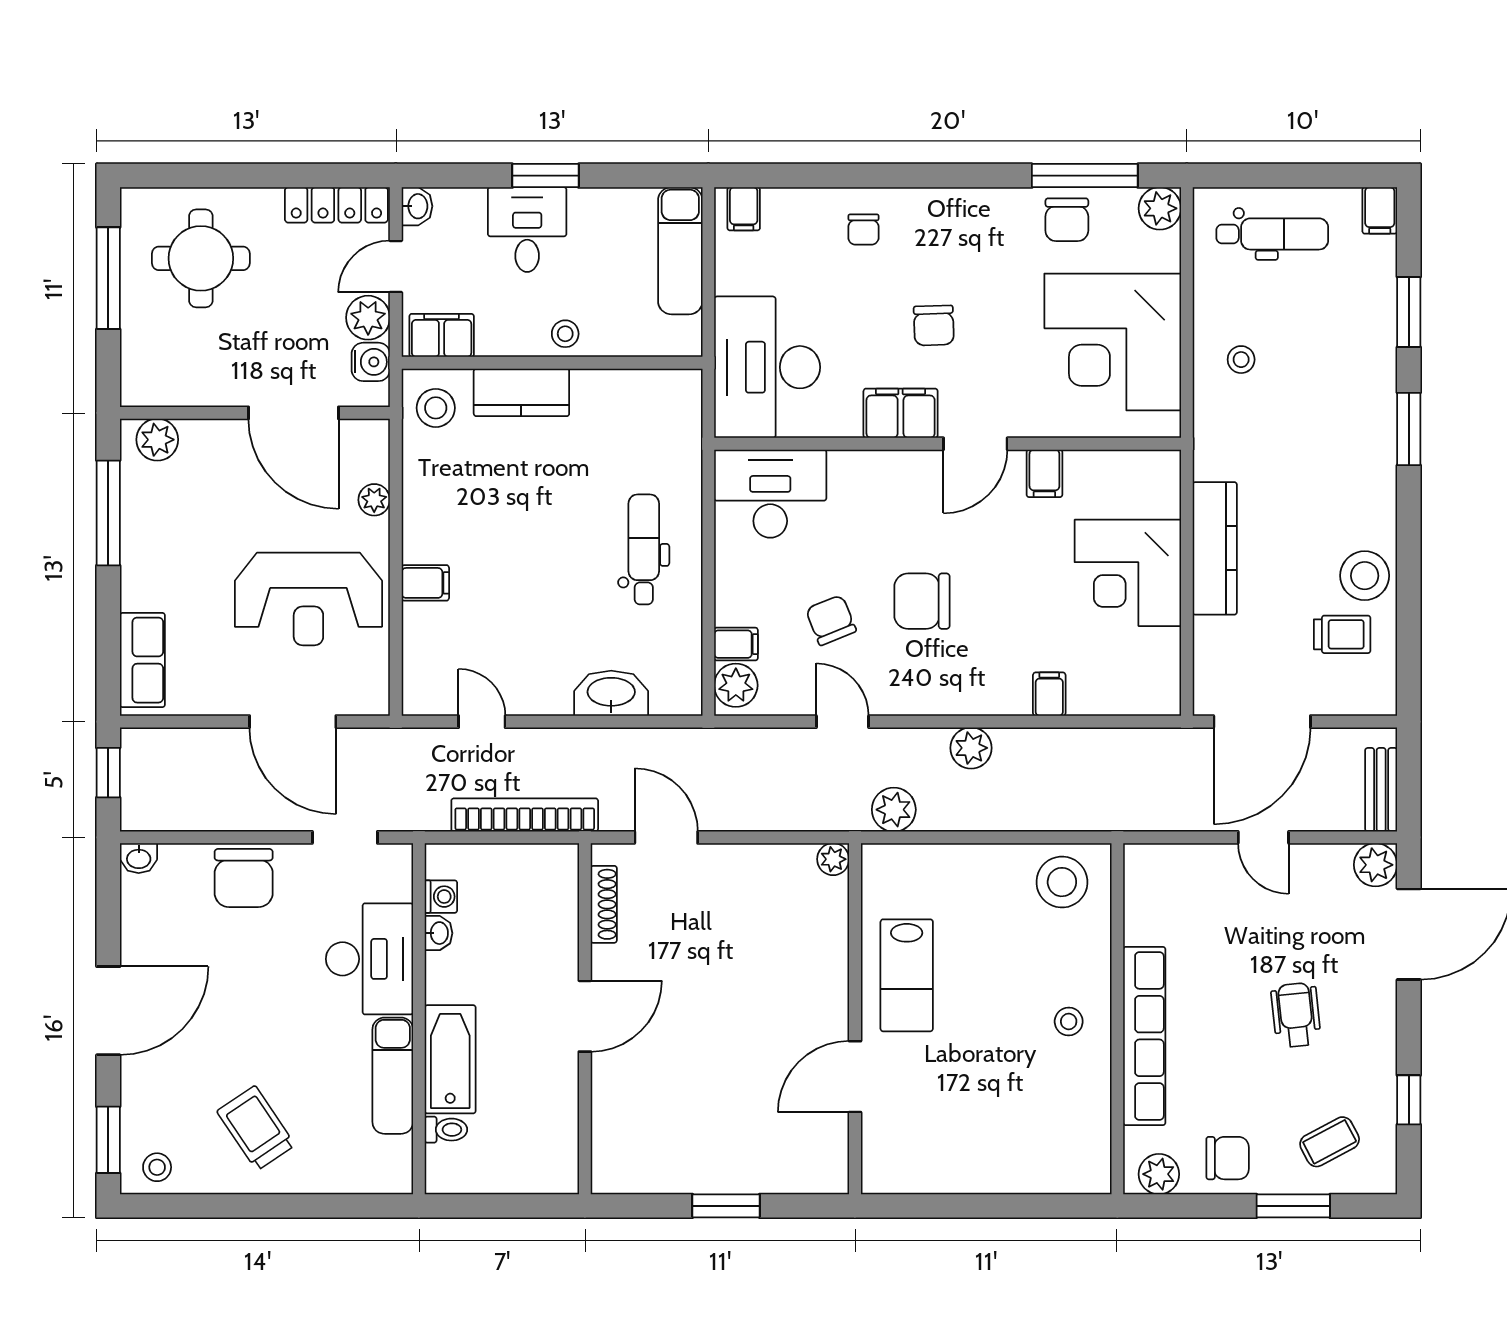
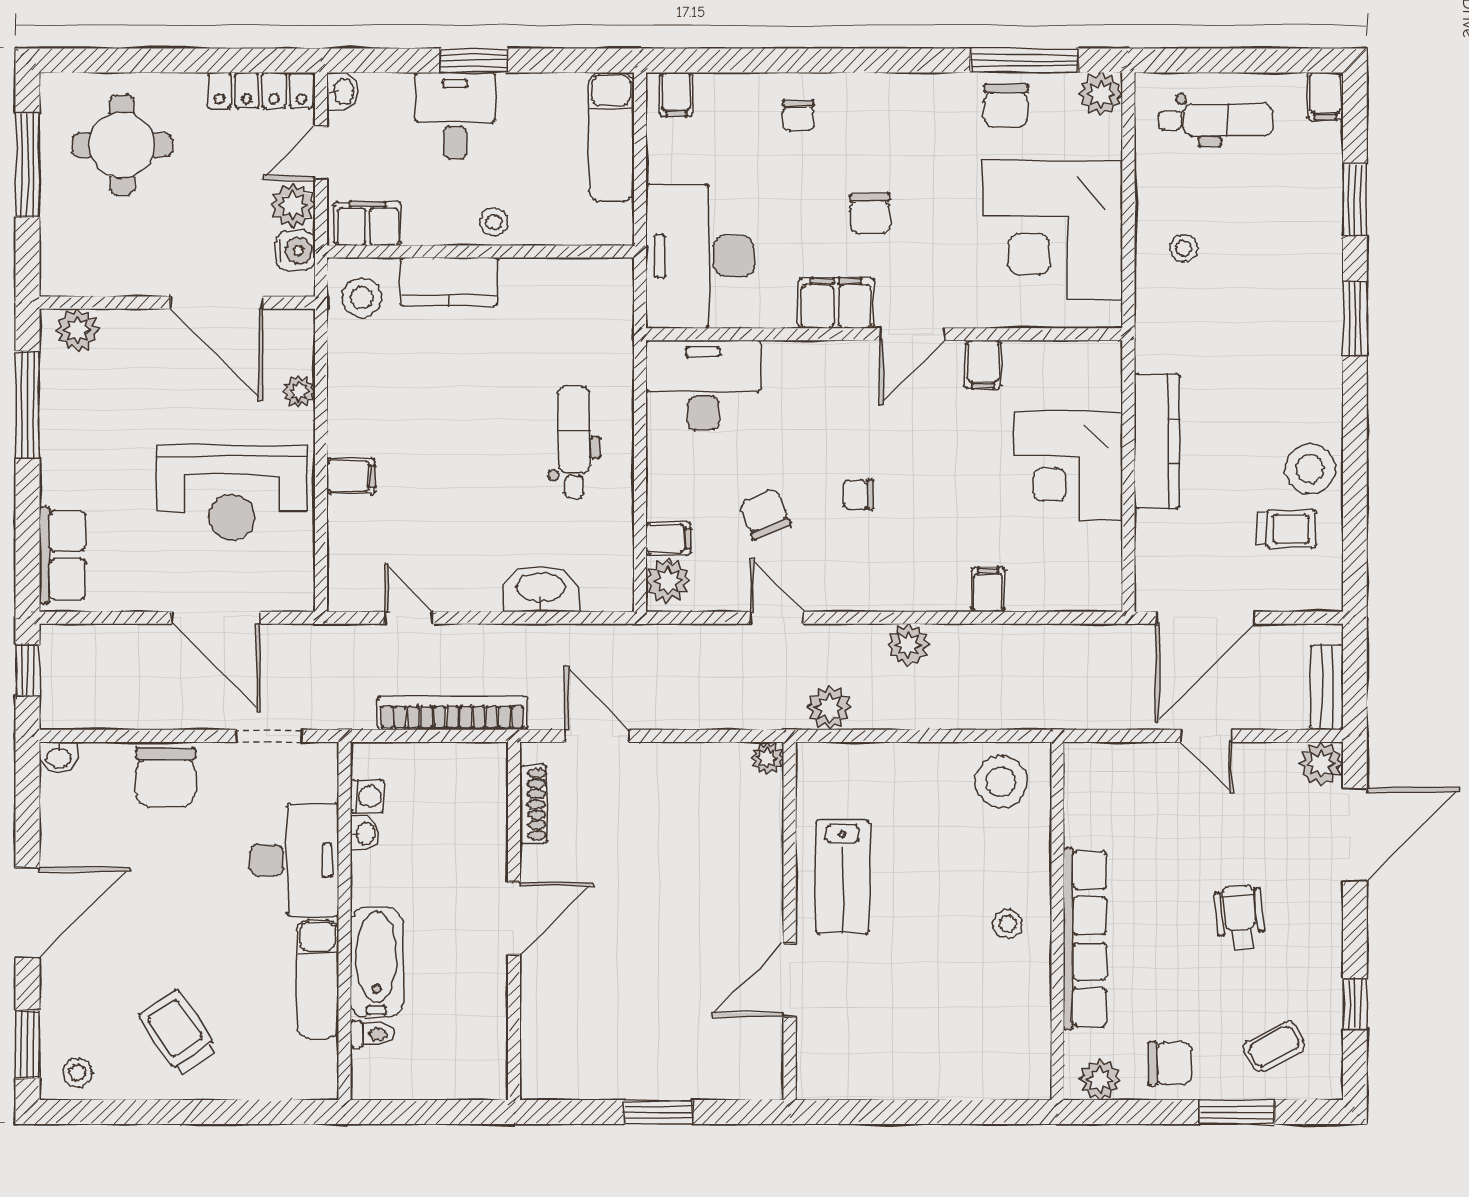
chair: (922, 601) -> (858, 495), width x0.54, depth x0.54

